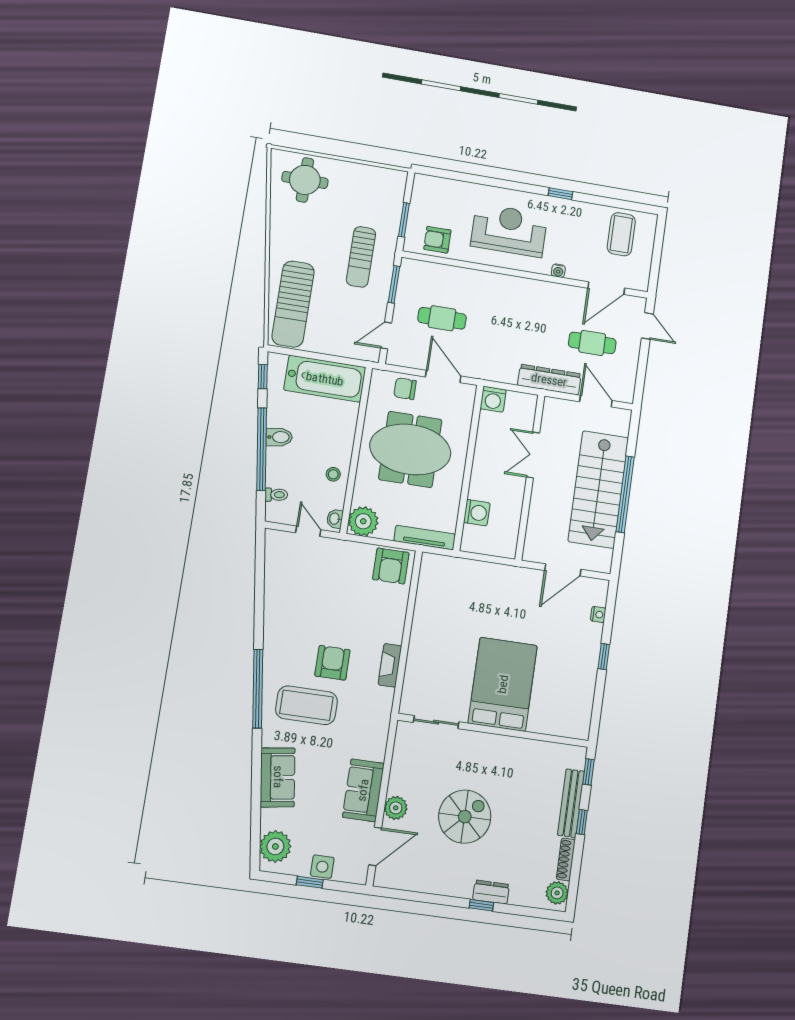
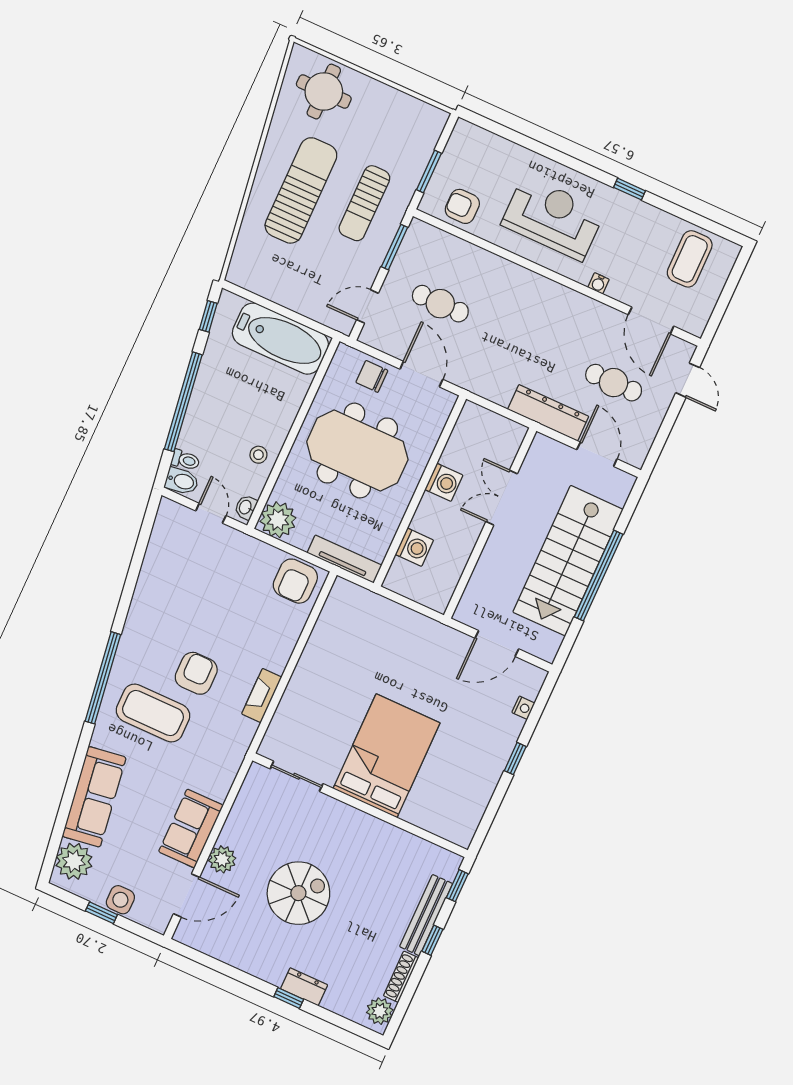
door: (606, 288) -> (651, 320), hinge flipped
sun lounger: (293, 304) -> (301, 190), moved, turned 180
washing machine: (493, 399) -> (444, 482), moved, turned -90
bidet: (279, 437) -> (182, 481), moved
sofa: (278, 777) -> (94, 797), width x1.36

